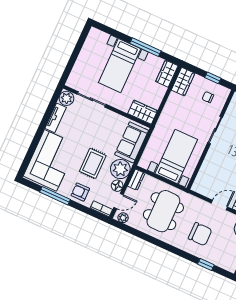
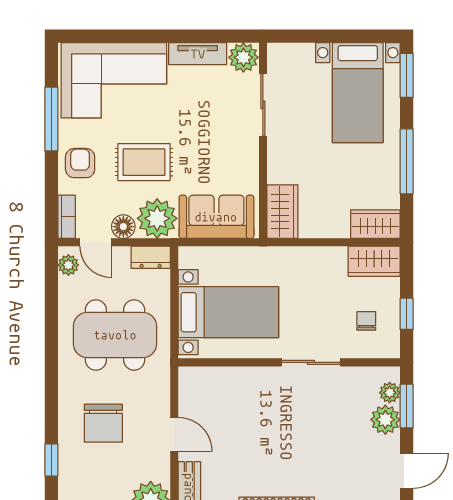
window: (107, 30) -> (407, 75), added
bed with nightstands: (120, 66) -> (358, 93), moved, turned -90

